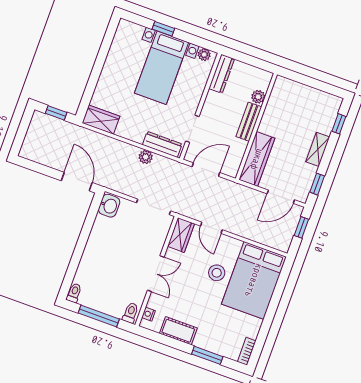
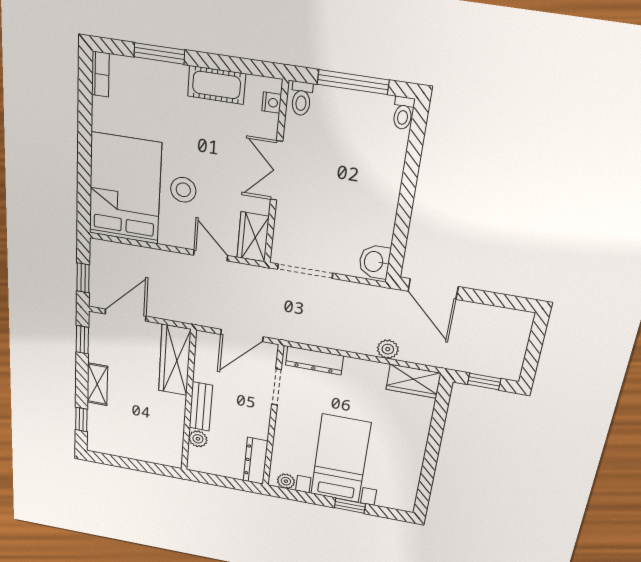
plant: (146, 157) -> (388, 349), moved

